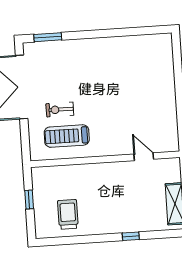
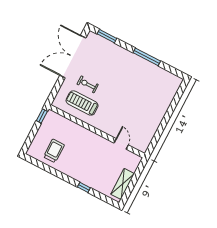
window: (111, 33) -> (147, 57), added
window: (29, 200) -> (42, 116), moved

